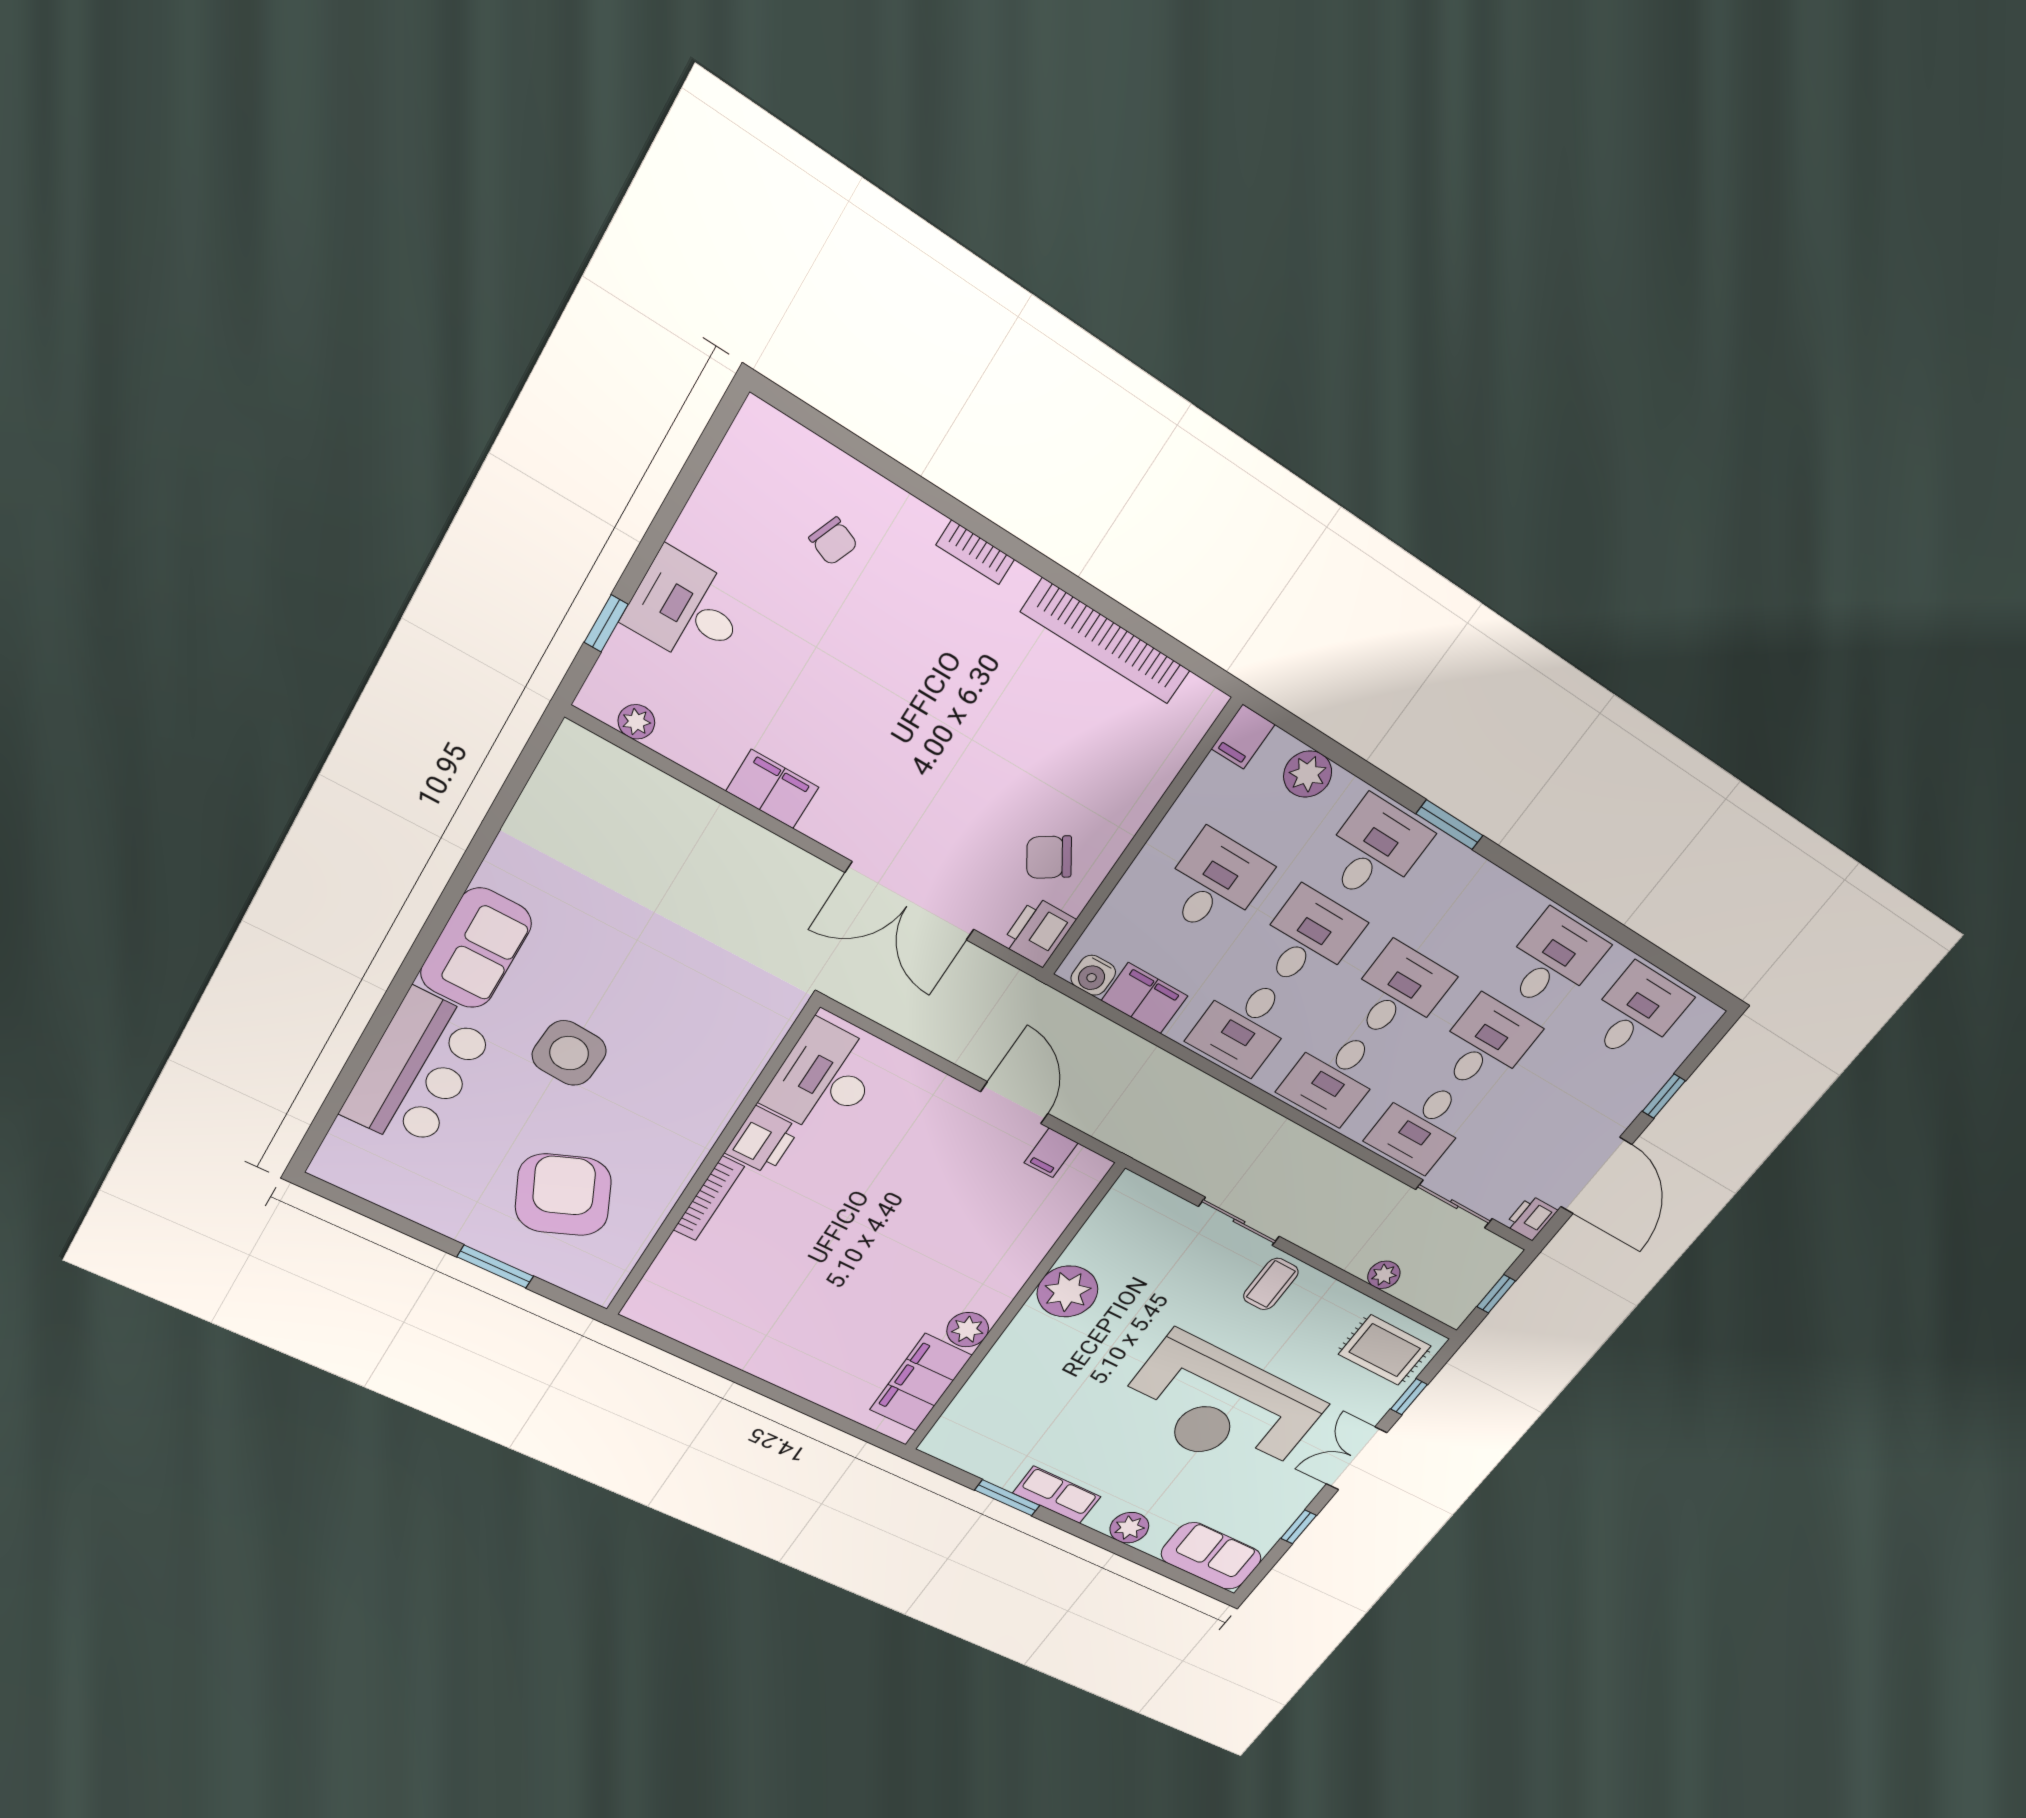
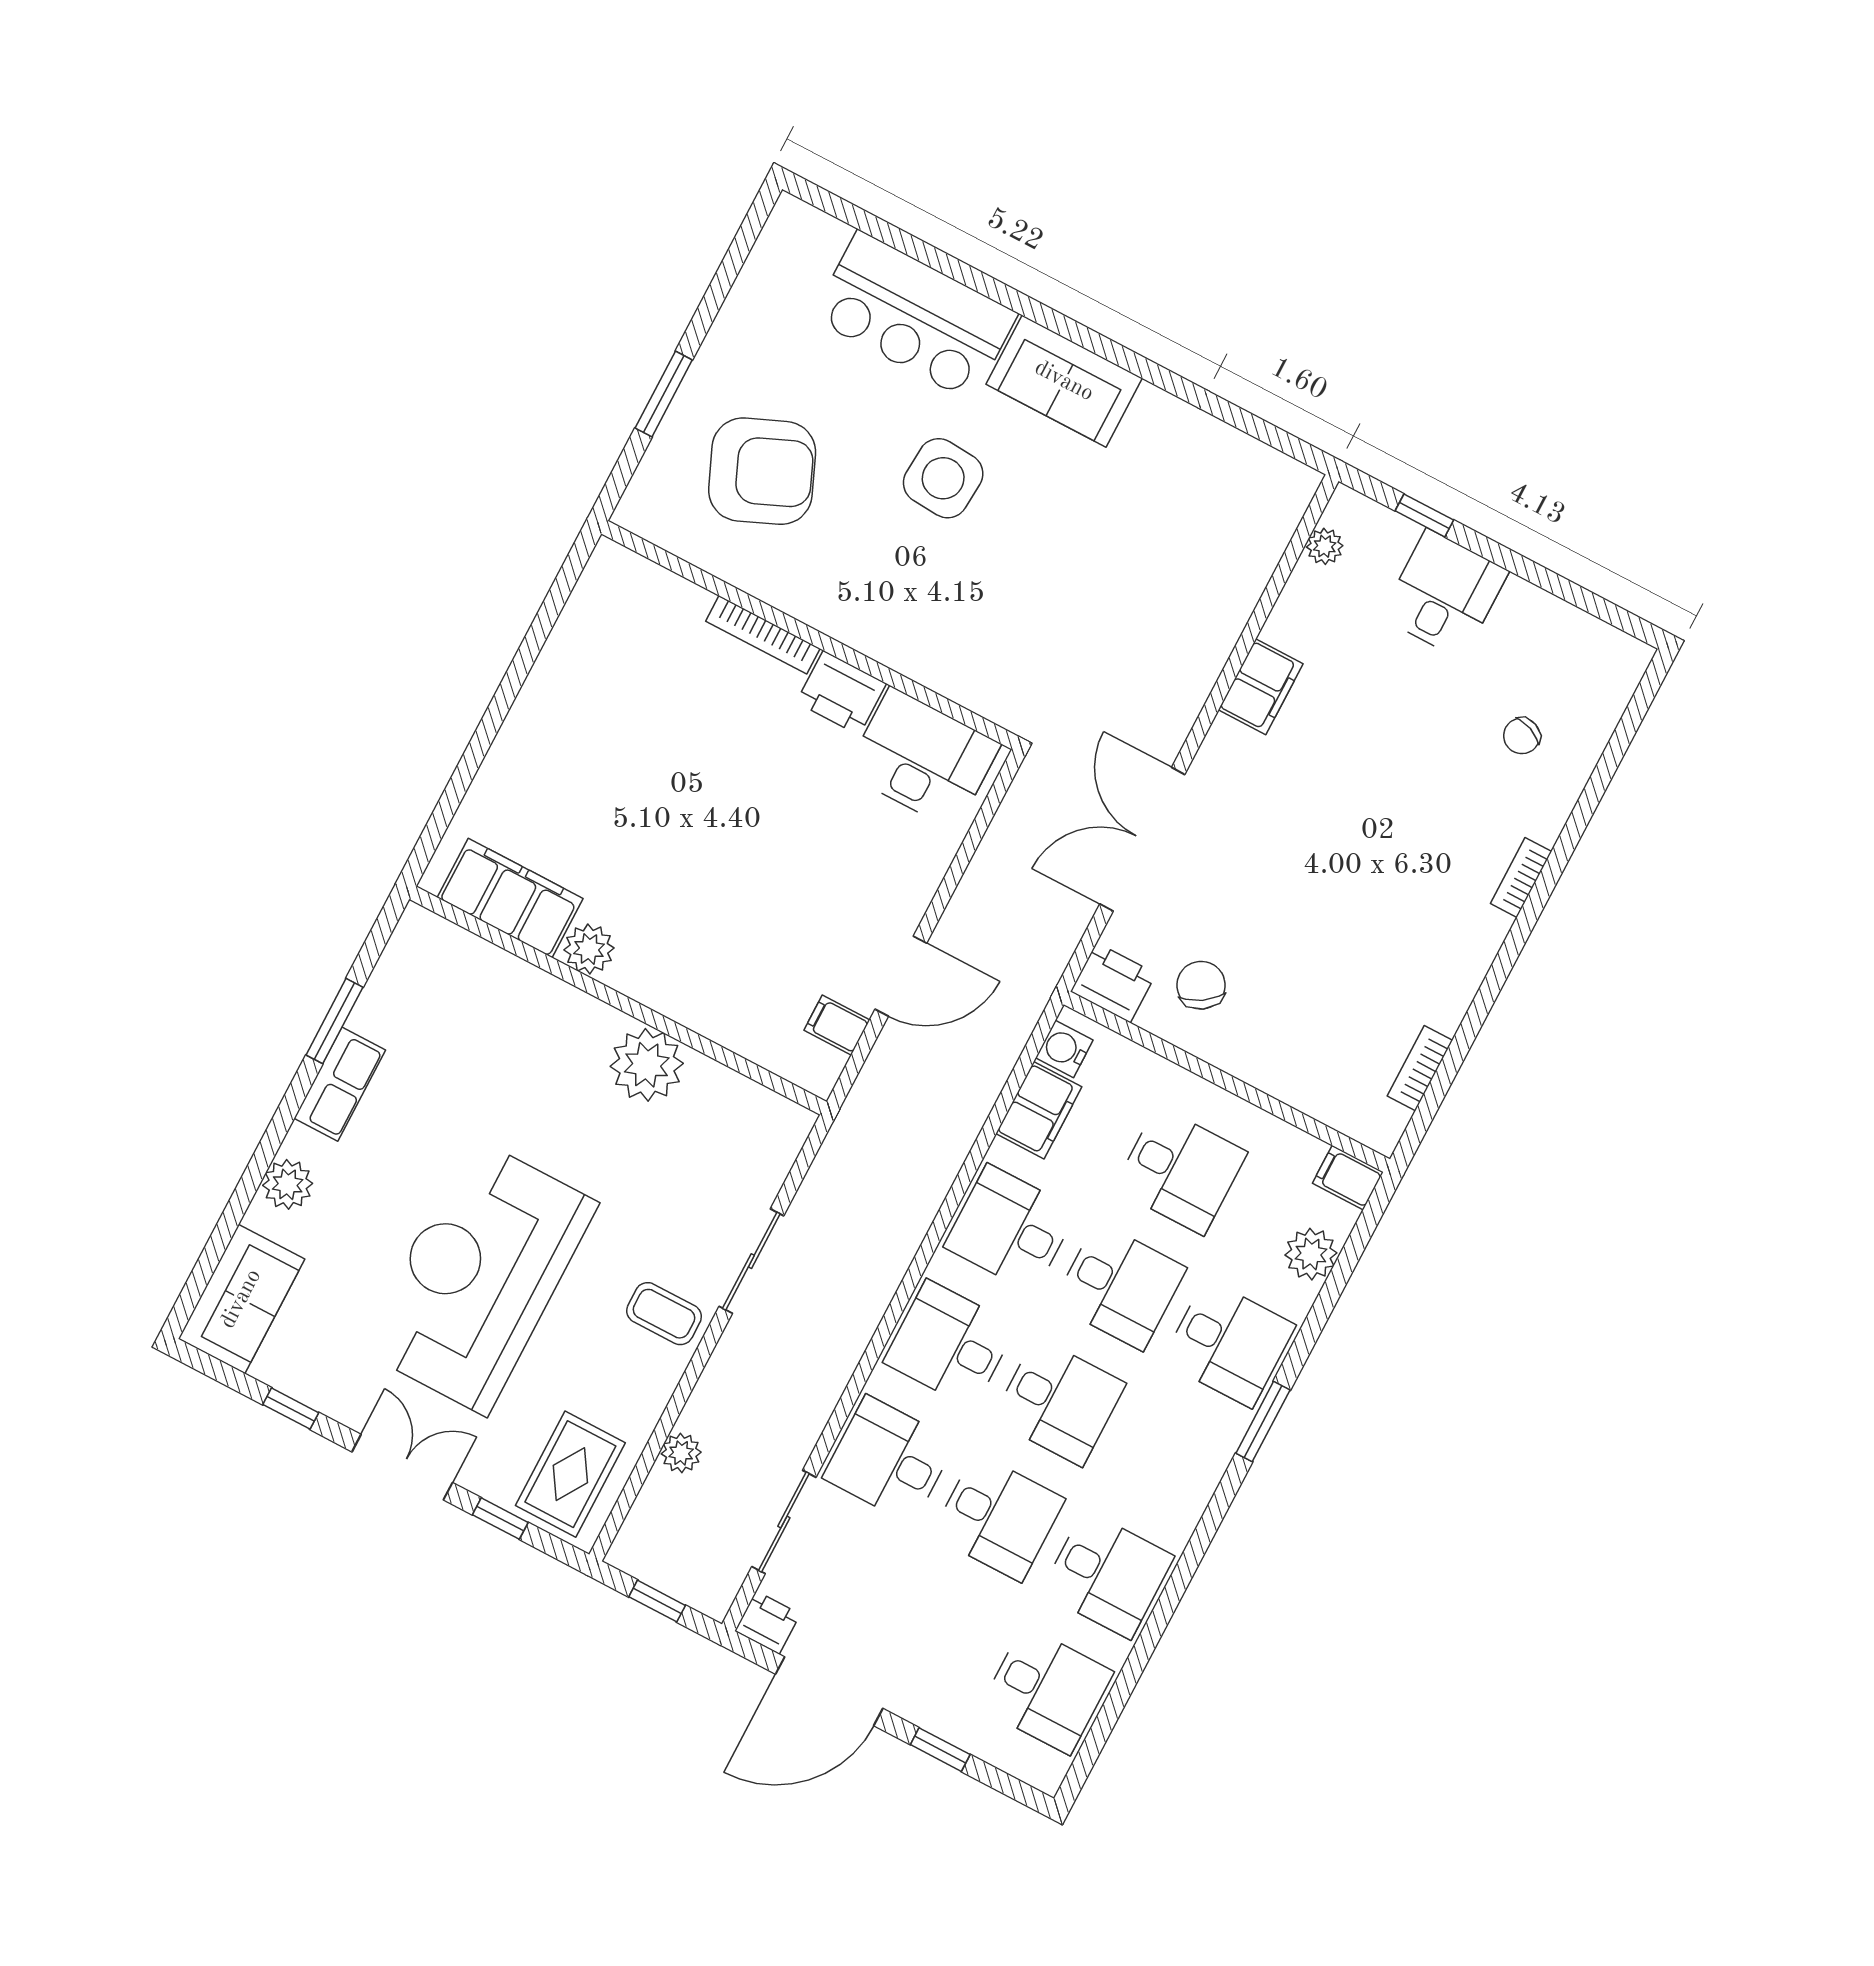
bookcase: (1106, 641) -> (1420, 1068), width x0.43, depth x0.76

